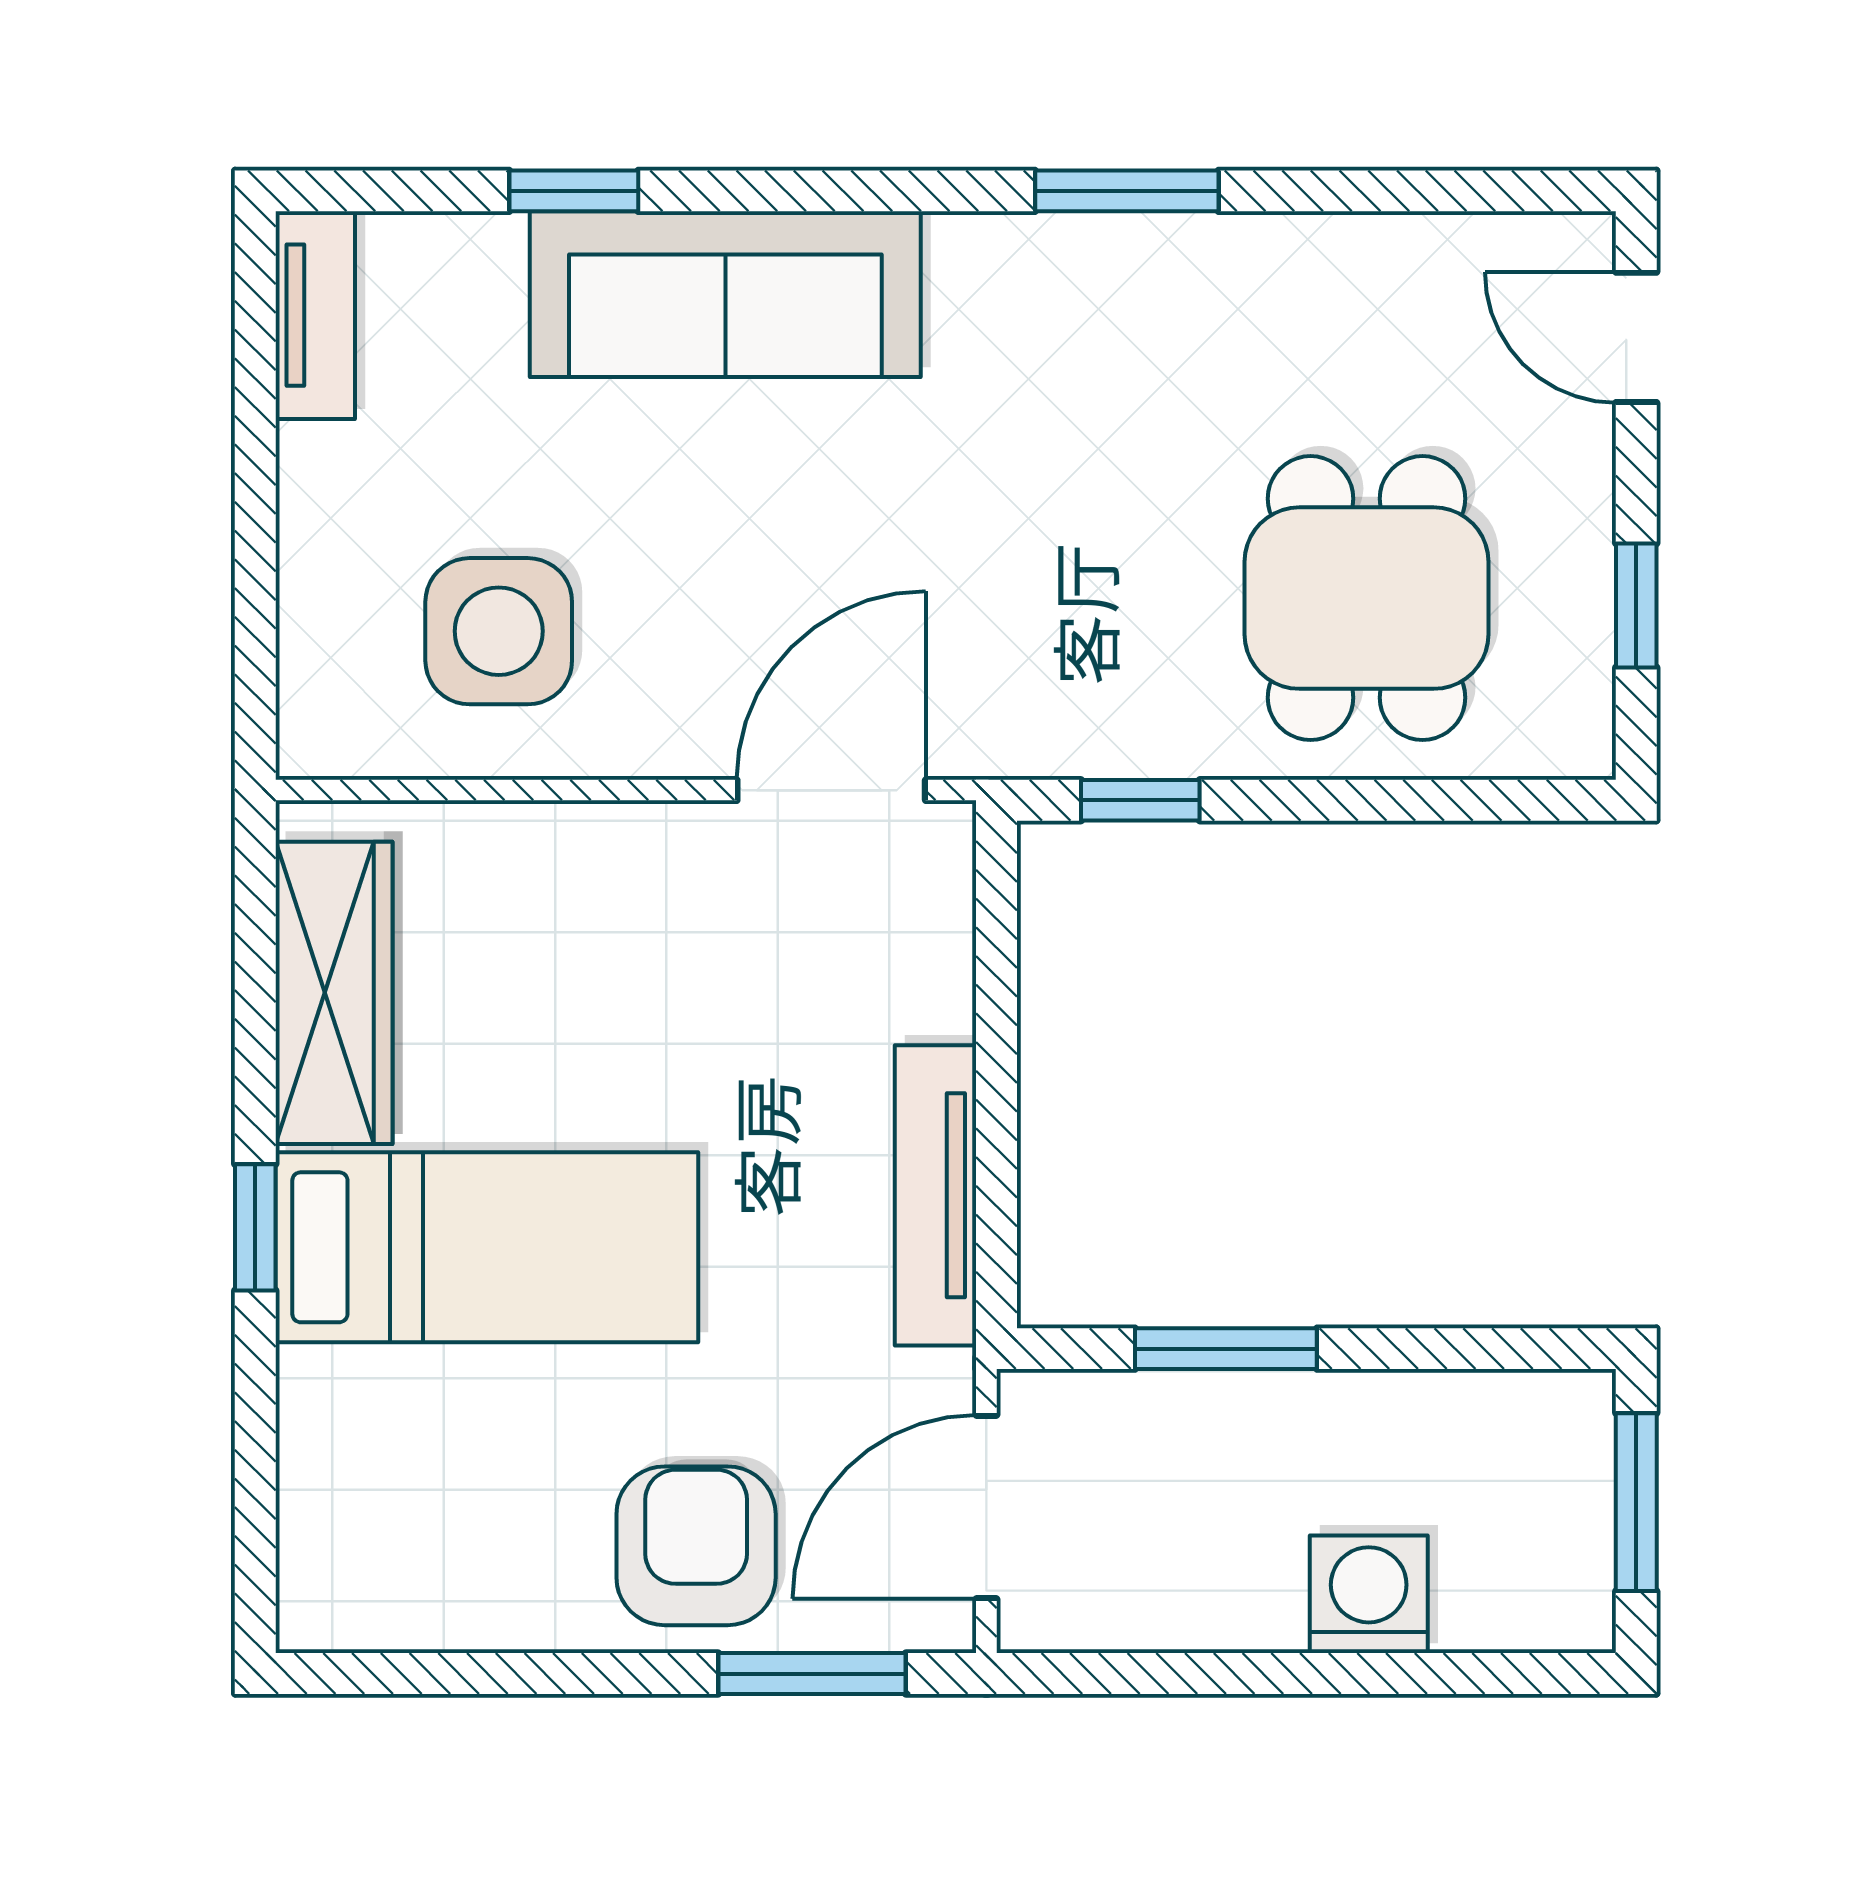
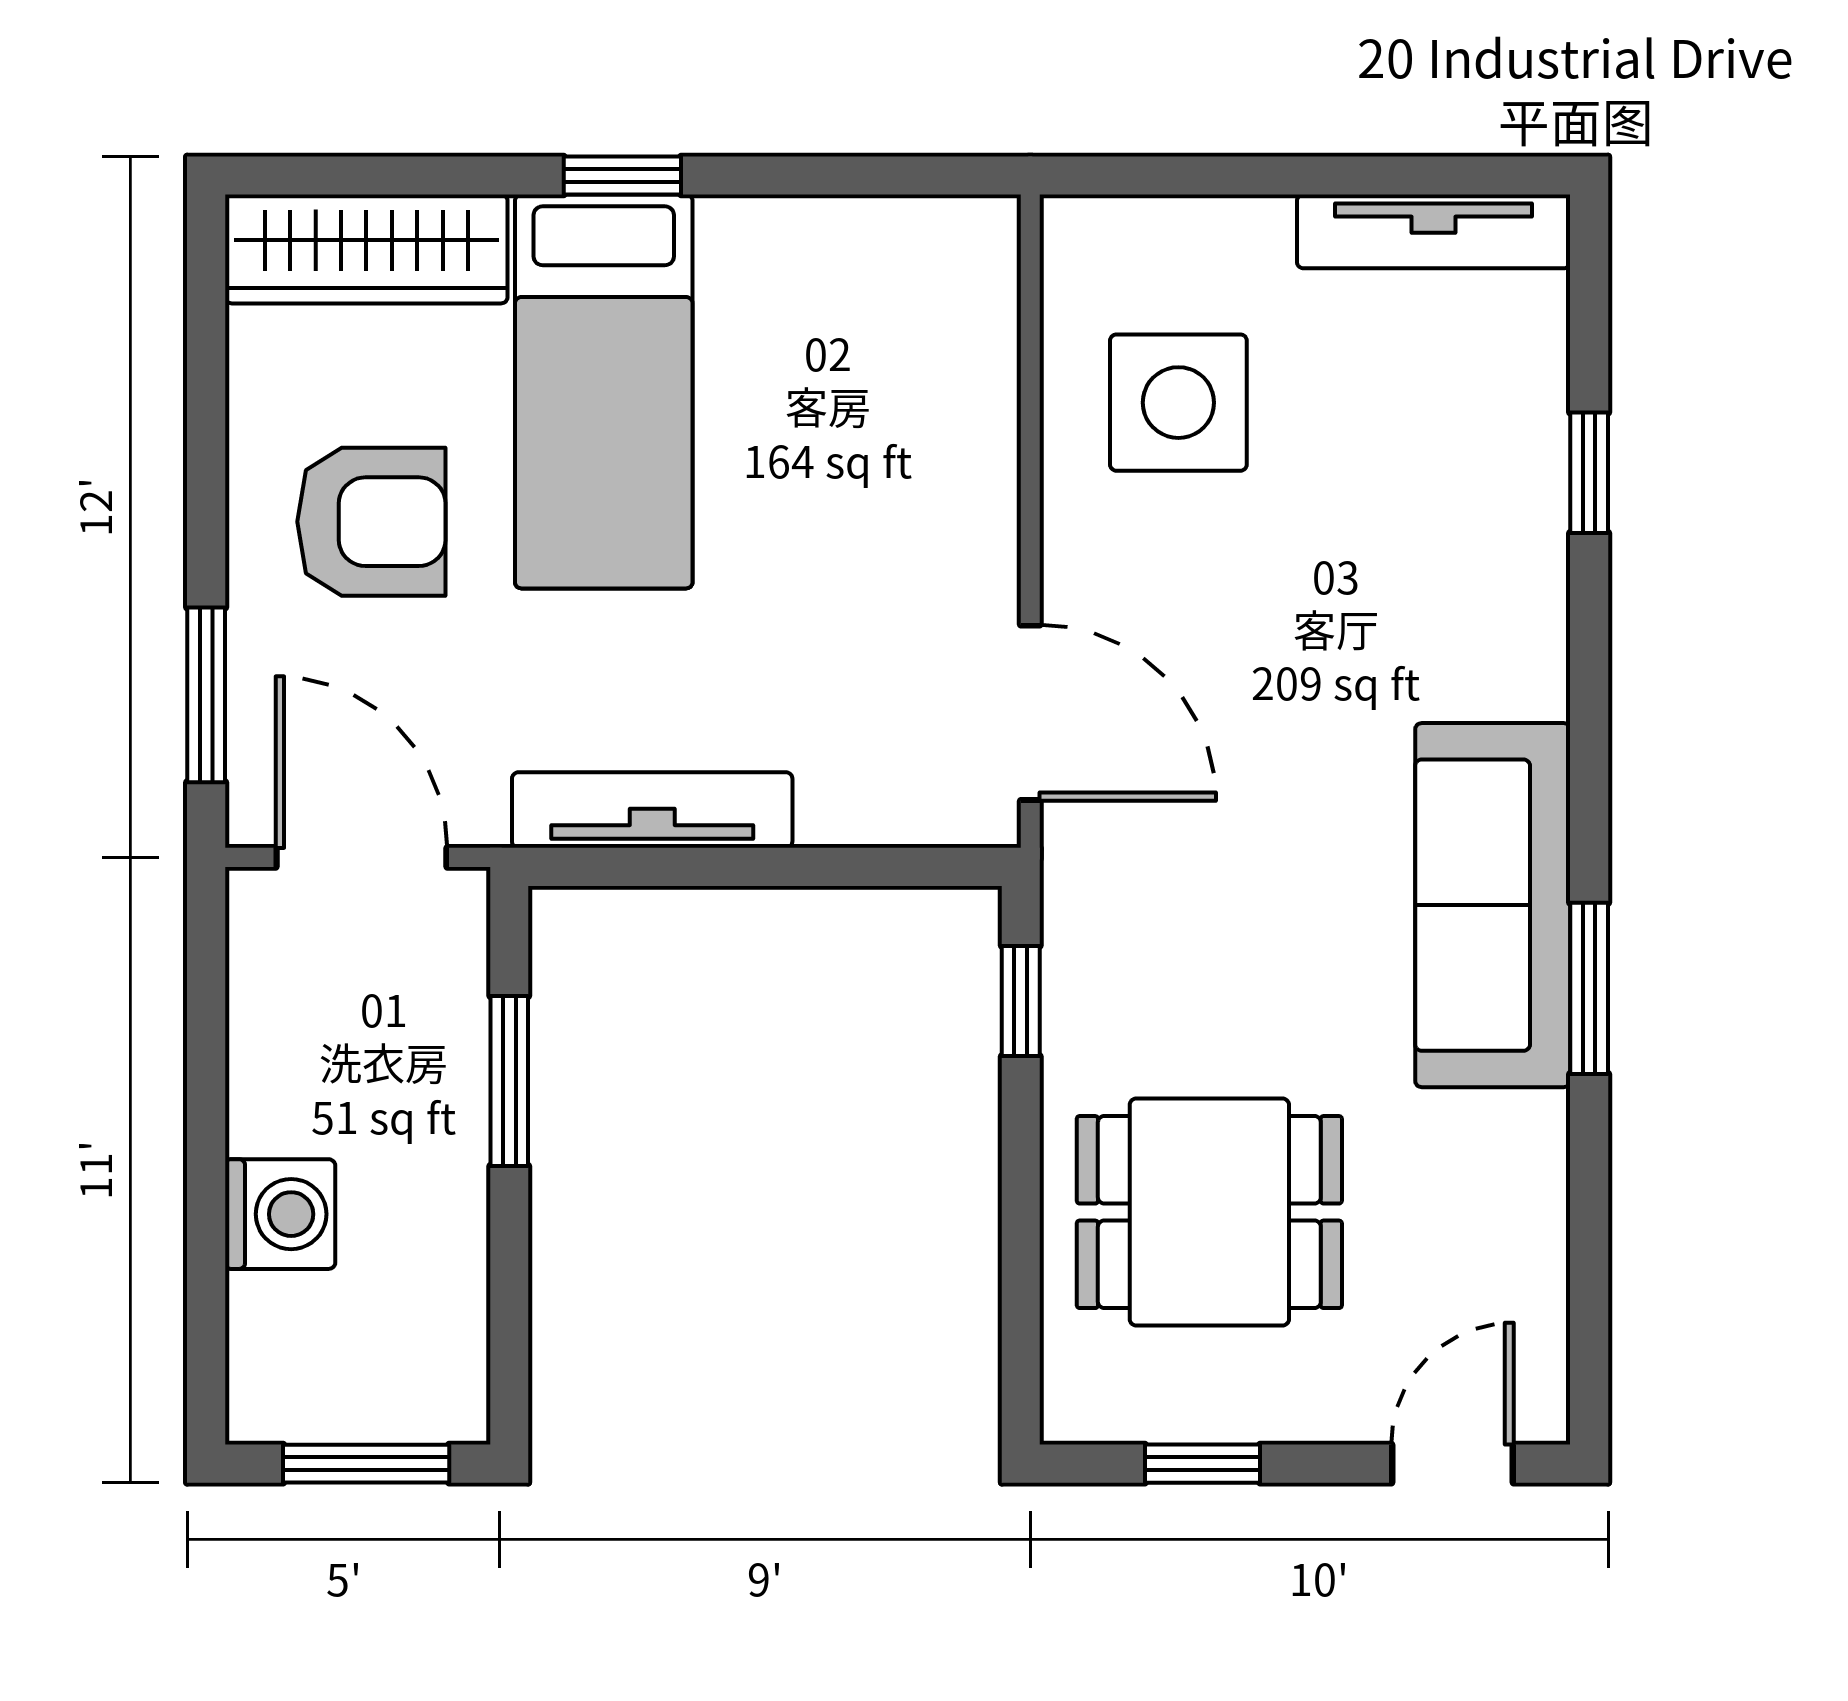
sofa: (725, 294) -> (1493, 905), moved
tv unit: (315, 315) -> (1434, 231), width x1.41
wardrobe: (334, 993) -> (366, 249), moved
armchair: (696, 1546) -> (371, 522), moved

